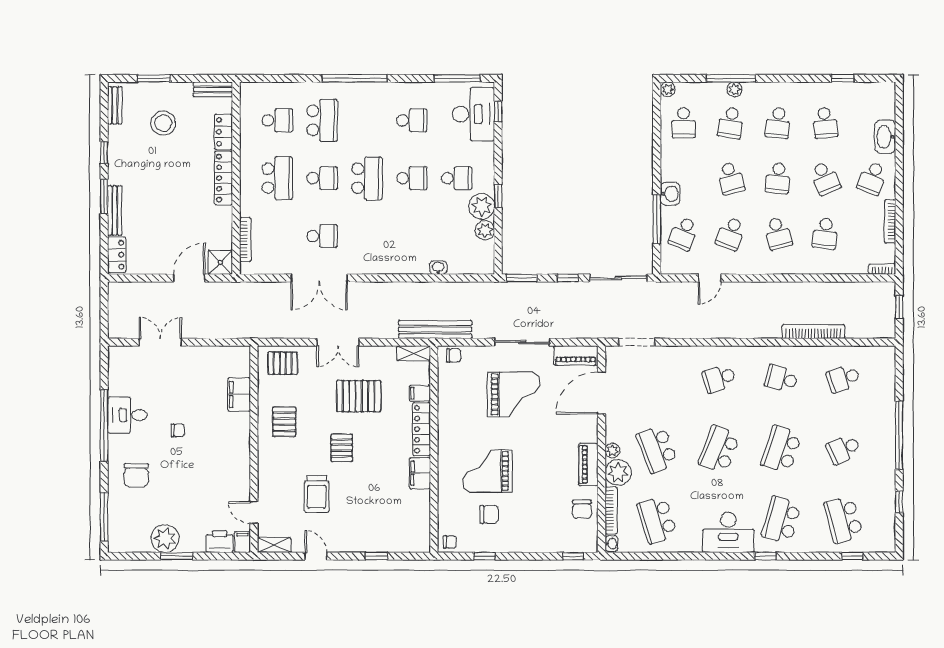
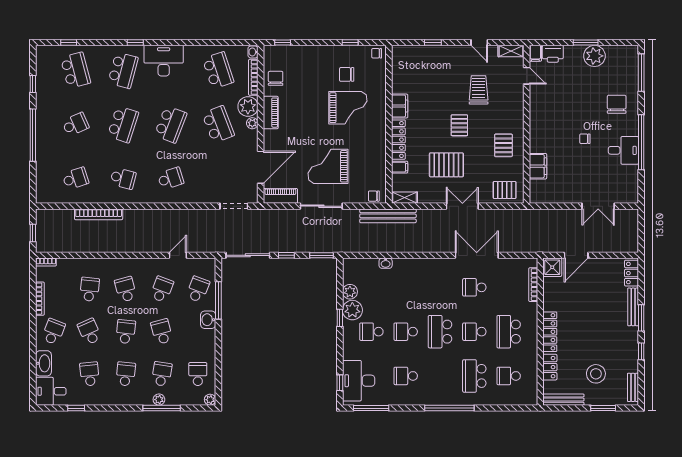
bench: (213, 89) -> (563, 400), width x1.36
desk: (876, 100) -> (51, 391), added

